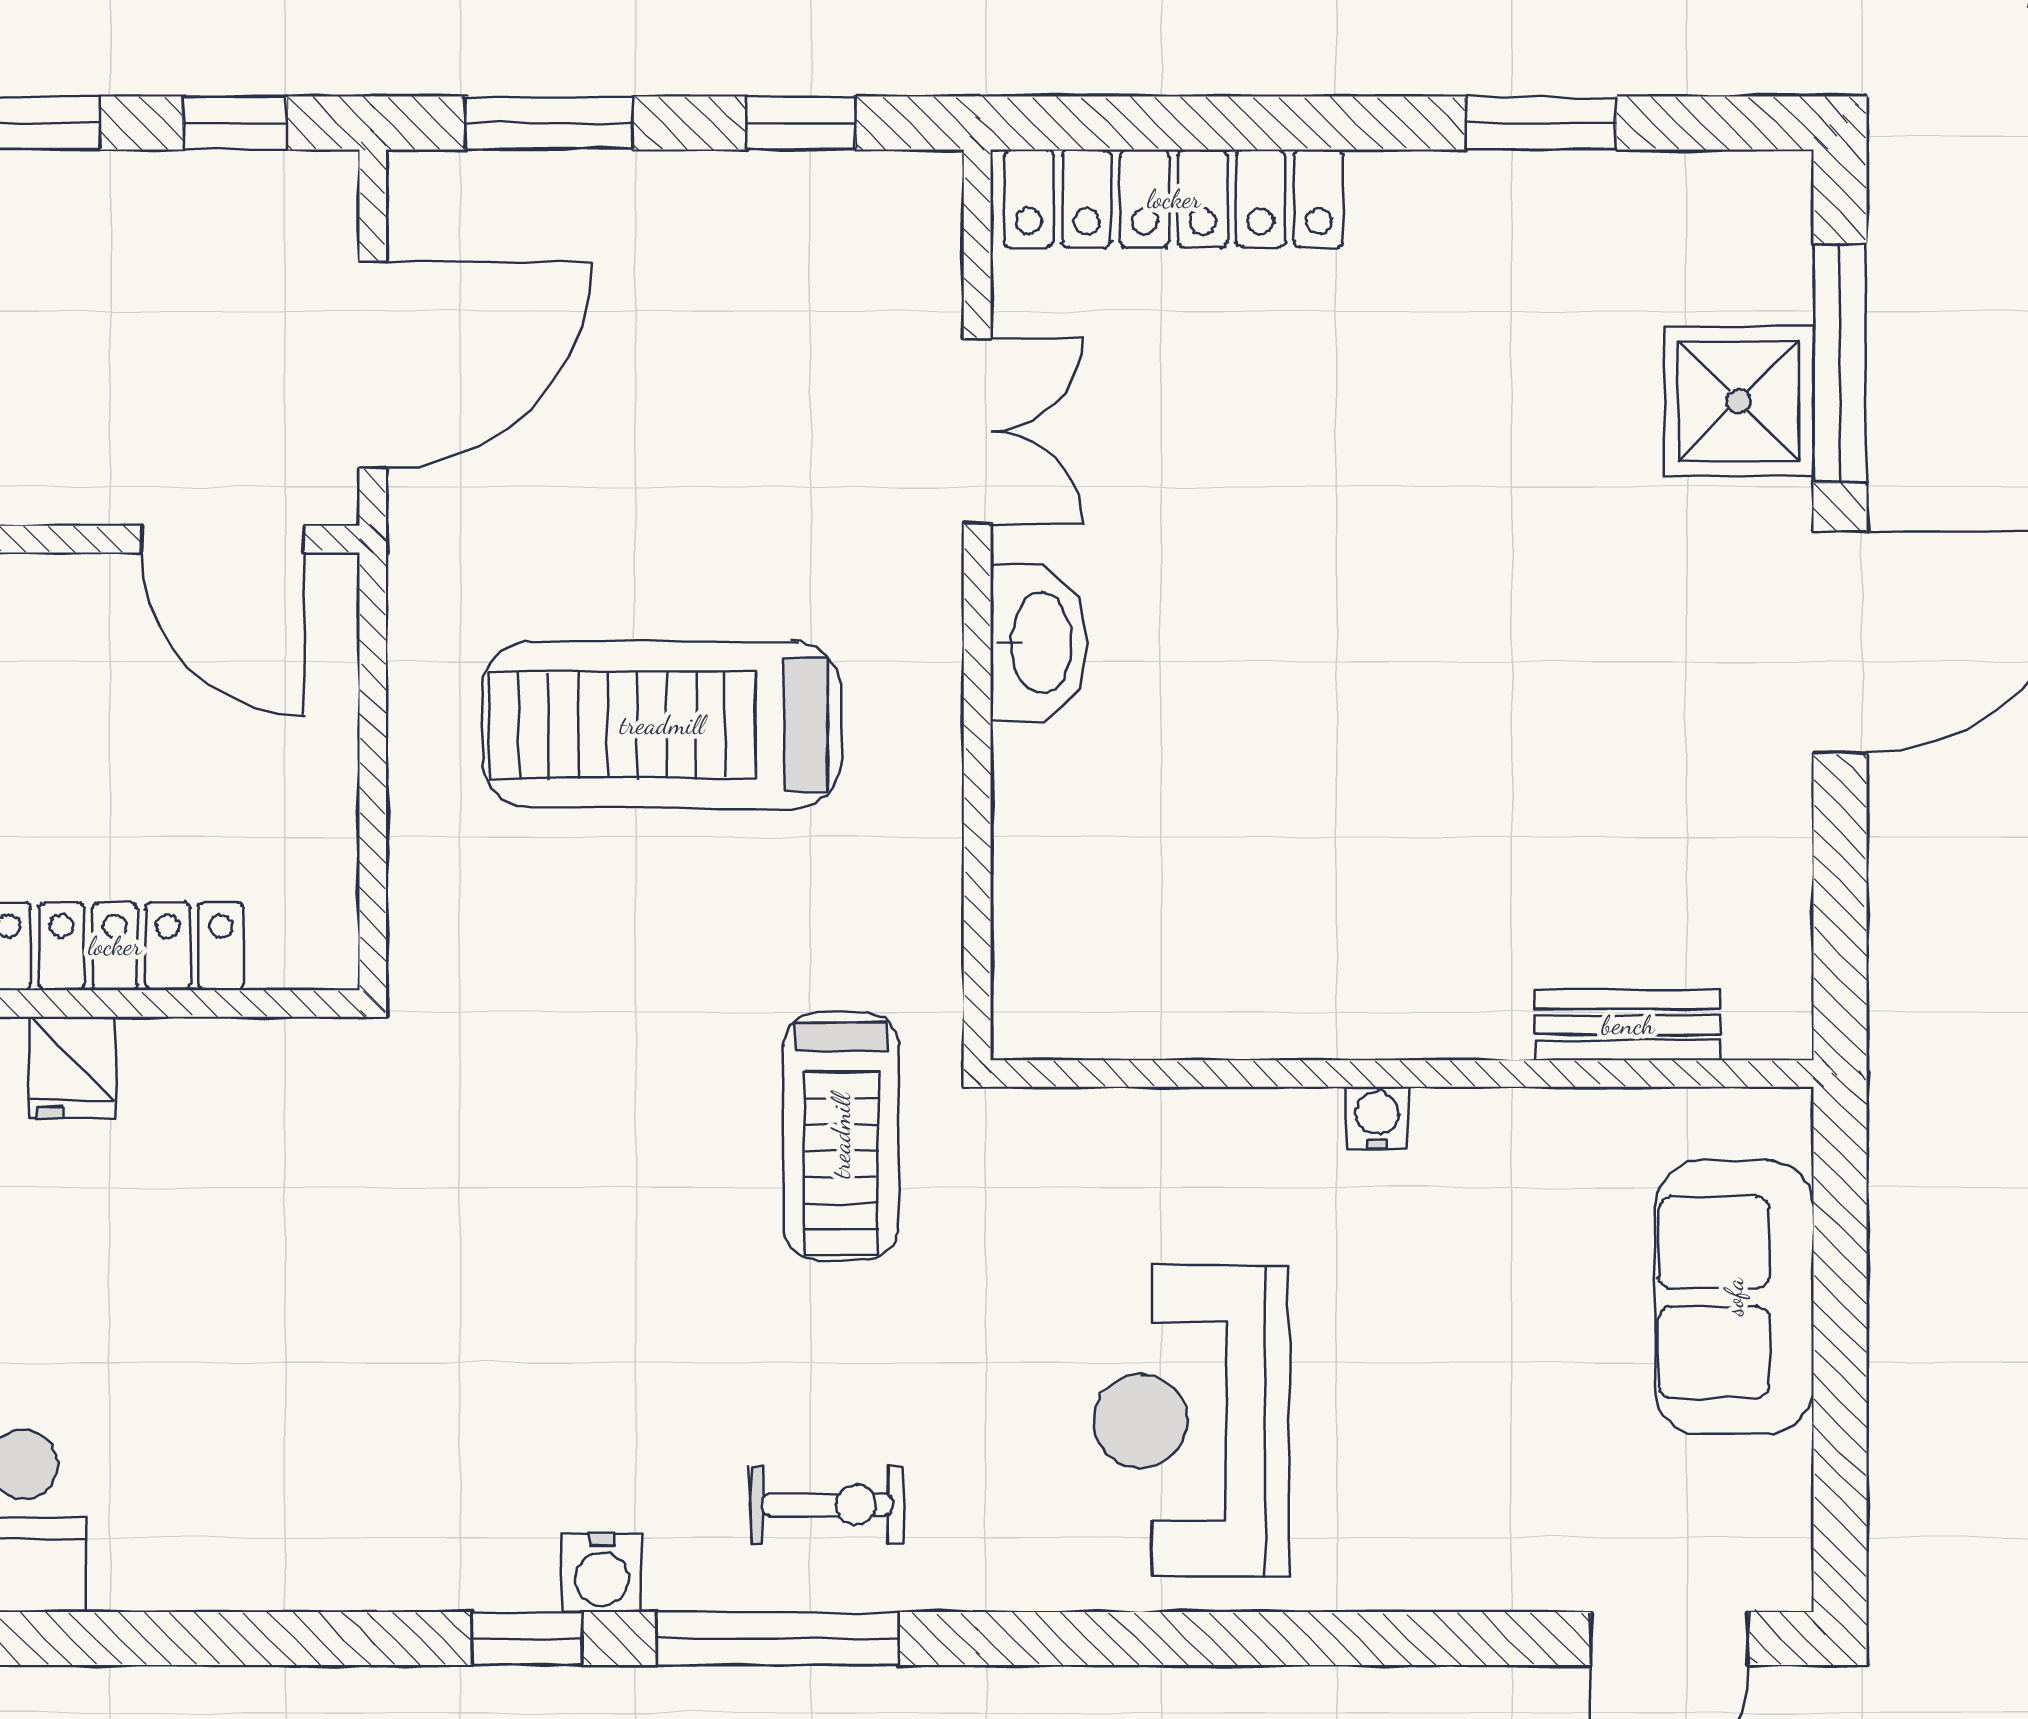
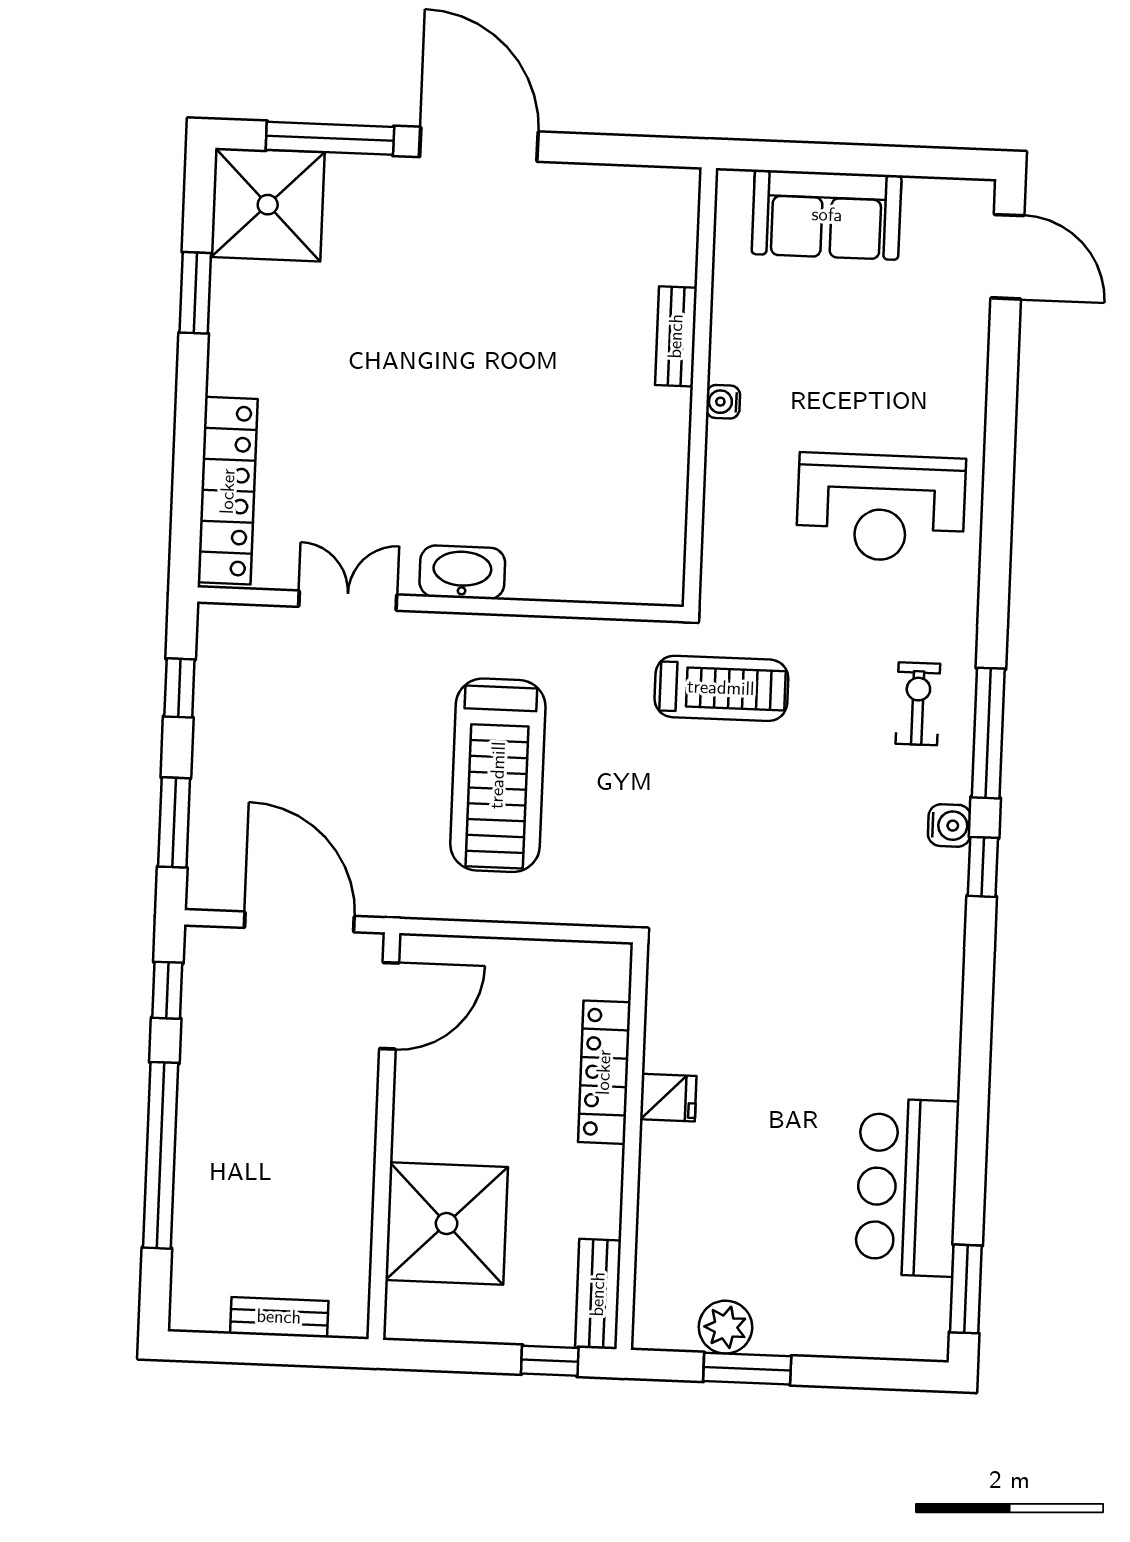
shower: (1739, 401) -> (268, 205), moved, width x1.37, depth x1.37
bench: (1628, 1025) -> (676, 336), moved

